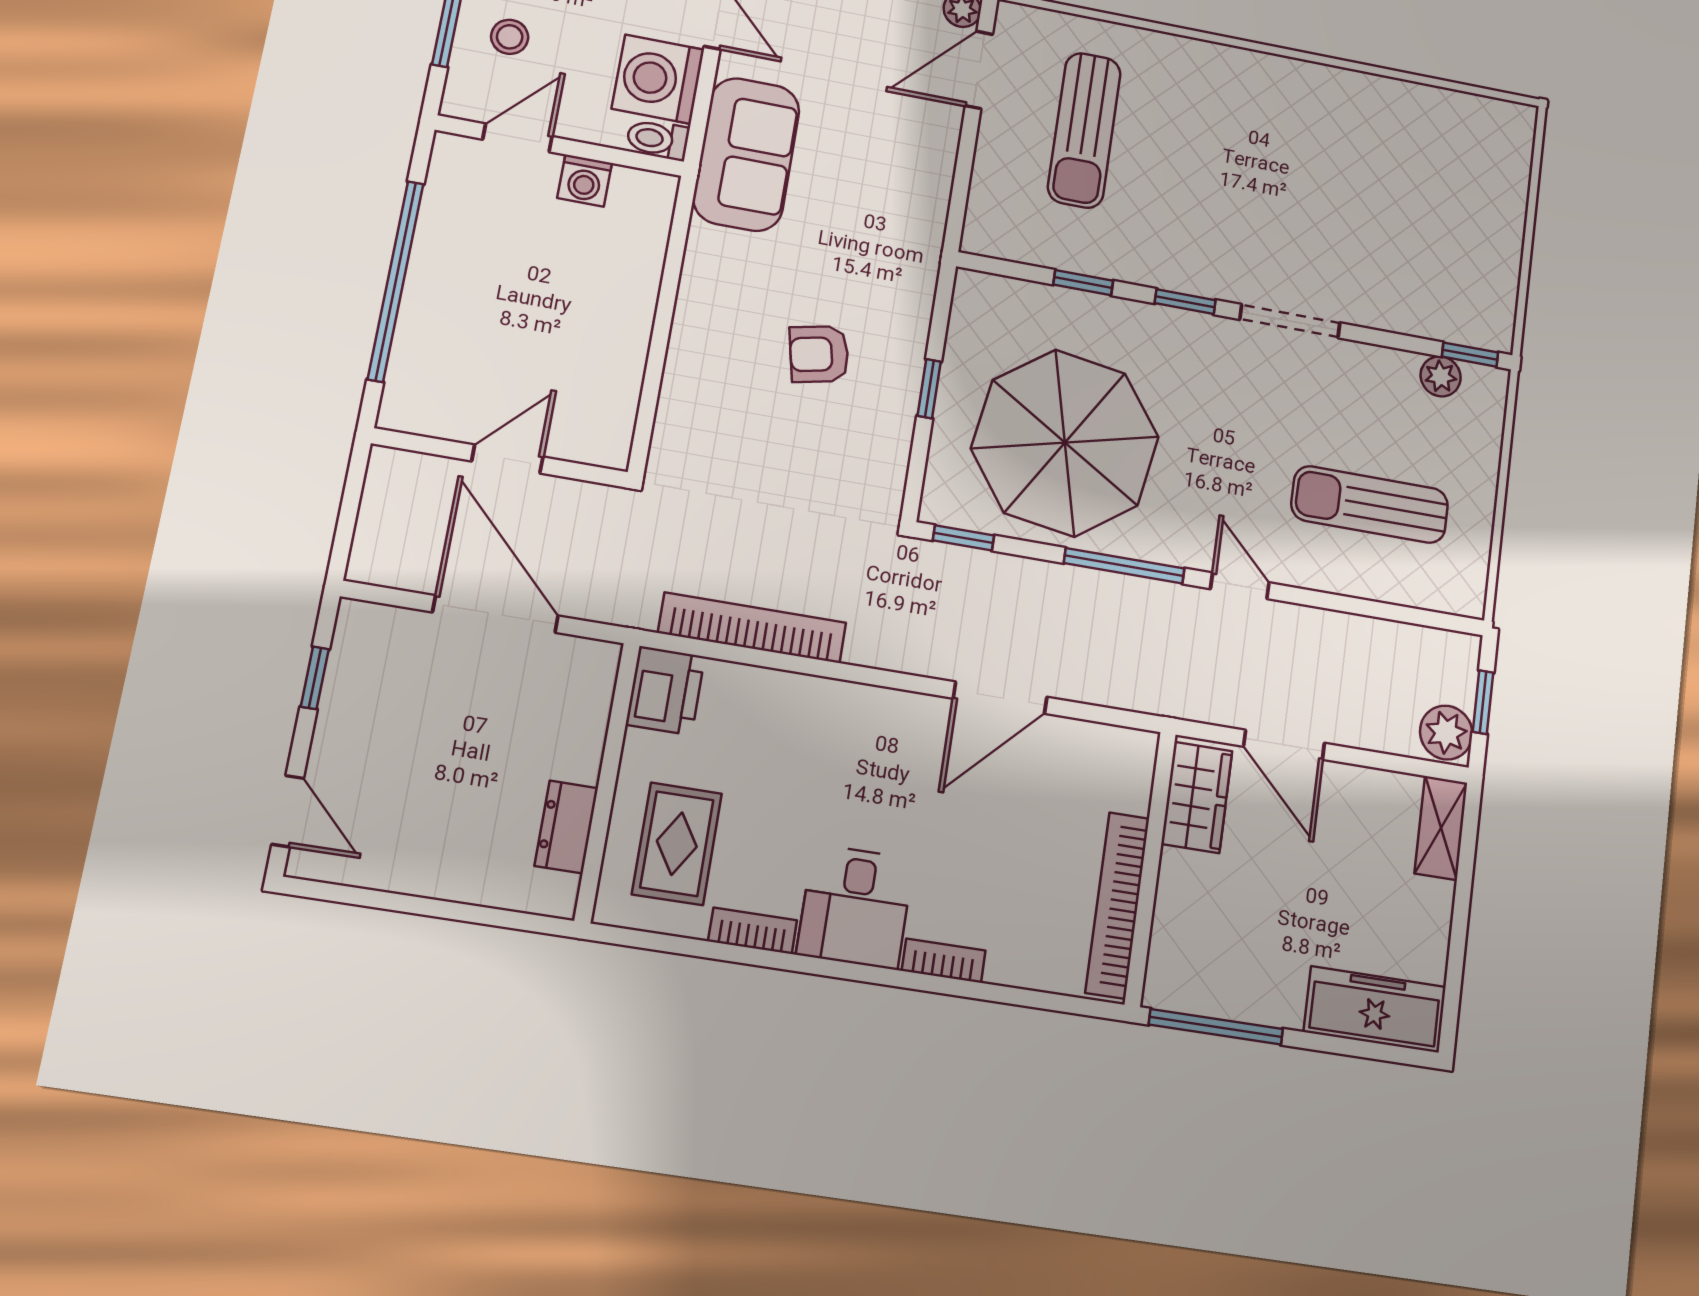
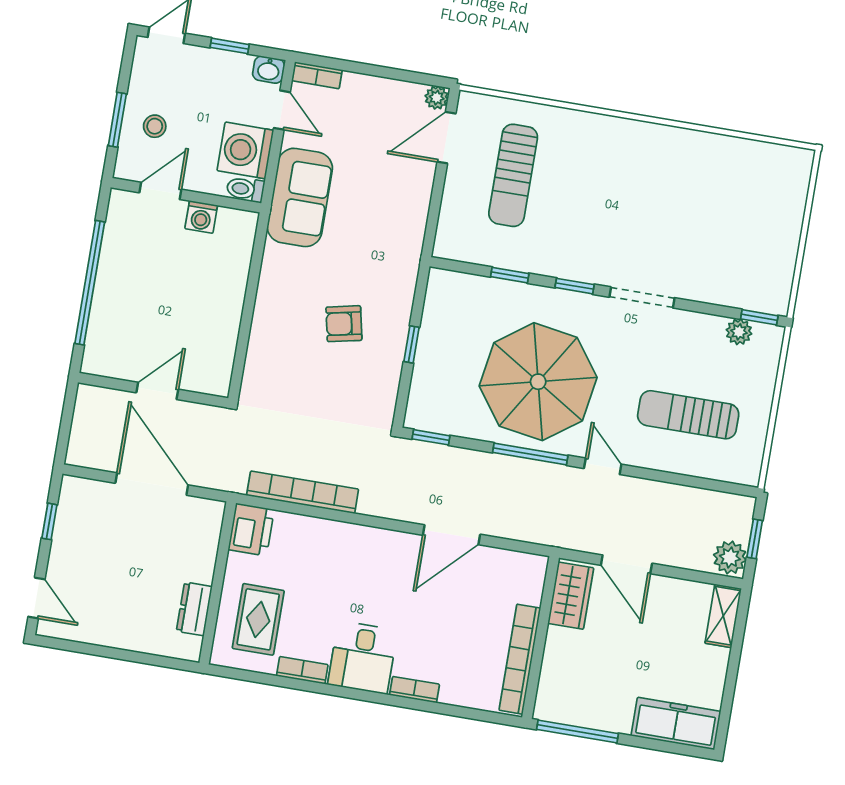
parasol: (1065, 443) -> (538, 382), moved

